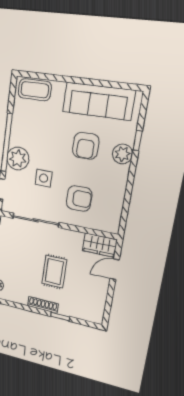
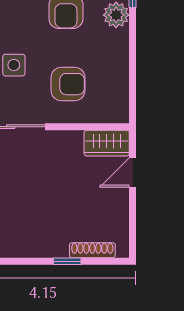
rug: (54, 272) -> (49, 196), removed
shoe rack: (43, 305) -> (92, 250), moved

